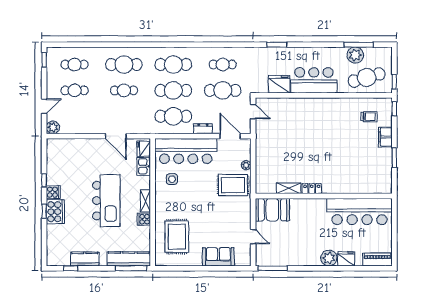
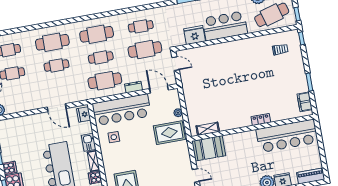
cafe table: (173, 90) -> (101, 57), width x0.73, depth x0.74
filing cabinet: (385, 137) -> (305, 102), moved
kitchen sink: (144, 166) -> (89, 142), moved
shelving: (289, 188) -> (208, 129), moved
locker: (312, 189) -> (261, 119), moved

